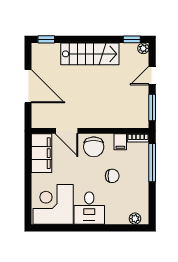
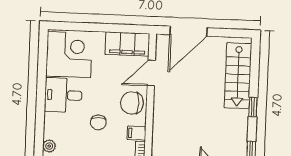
window: (46, 39) -> (253, 107), moved
stairs: (90, 54) -> (238, 76), moved
door: (28, 86) -> (189, 31), moved

